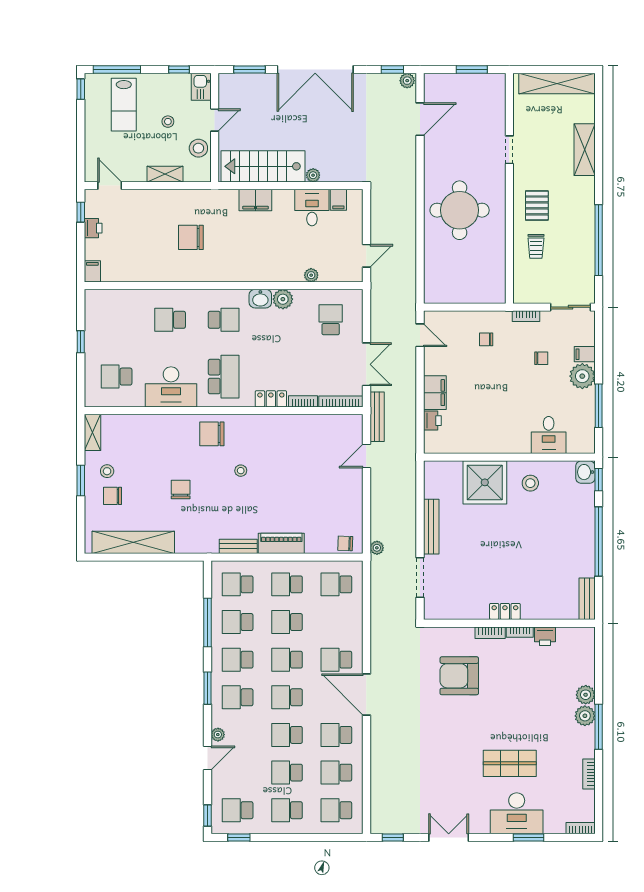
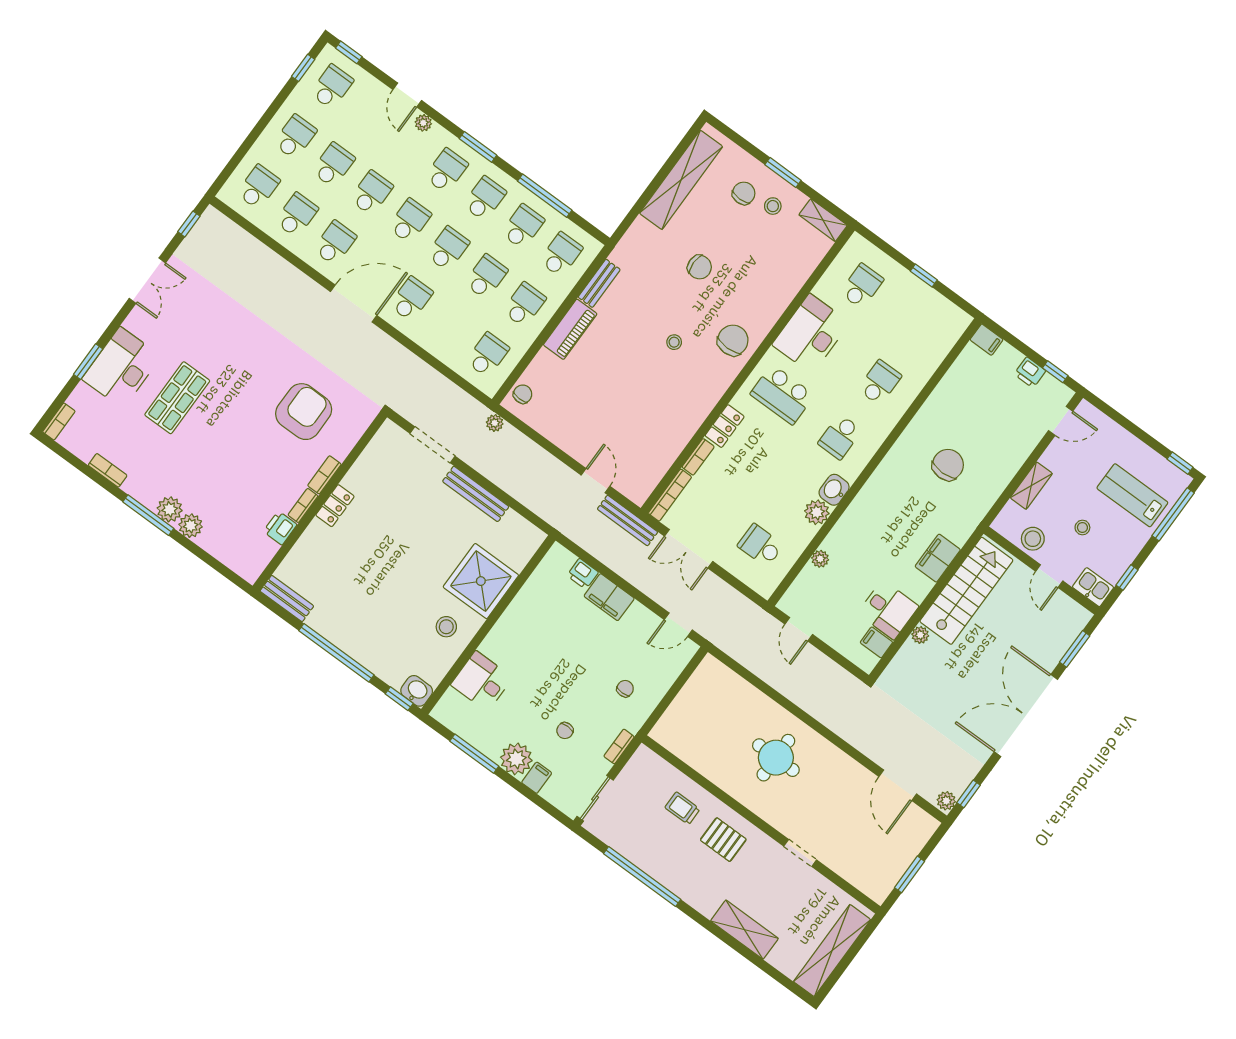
round table: (460, 210) -> (776, 758), width x0.73, depth x0.73
school desk: (331, 320) -> (760, 545), turned 180

